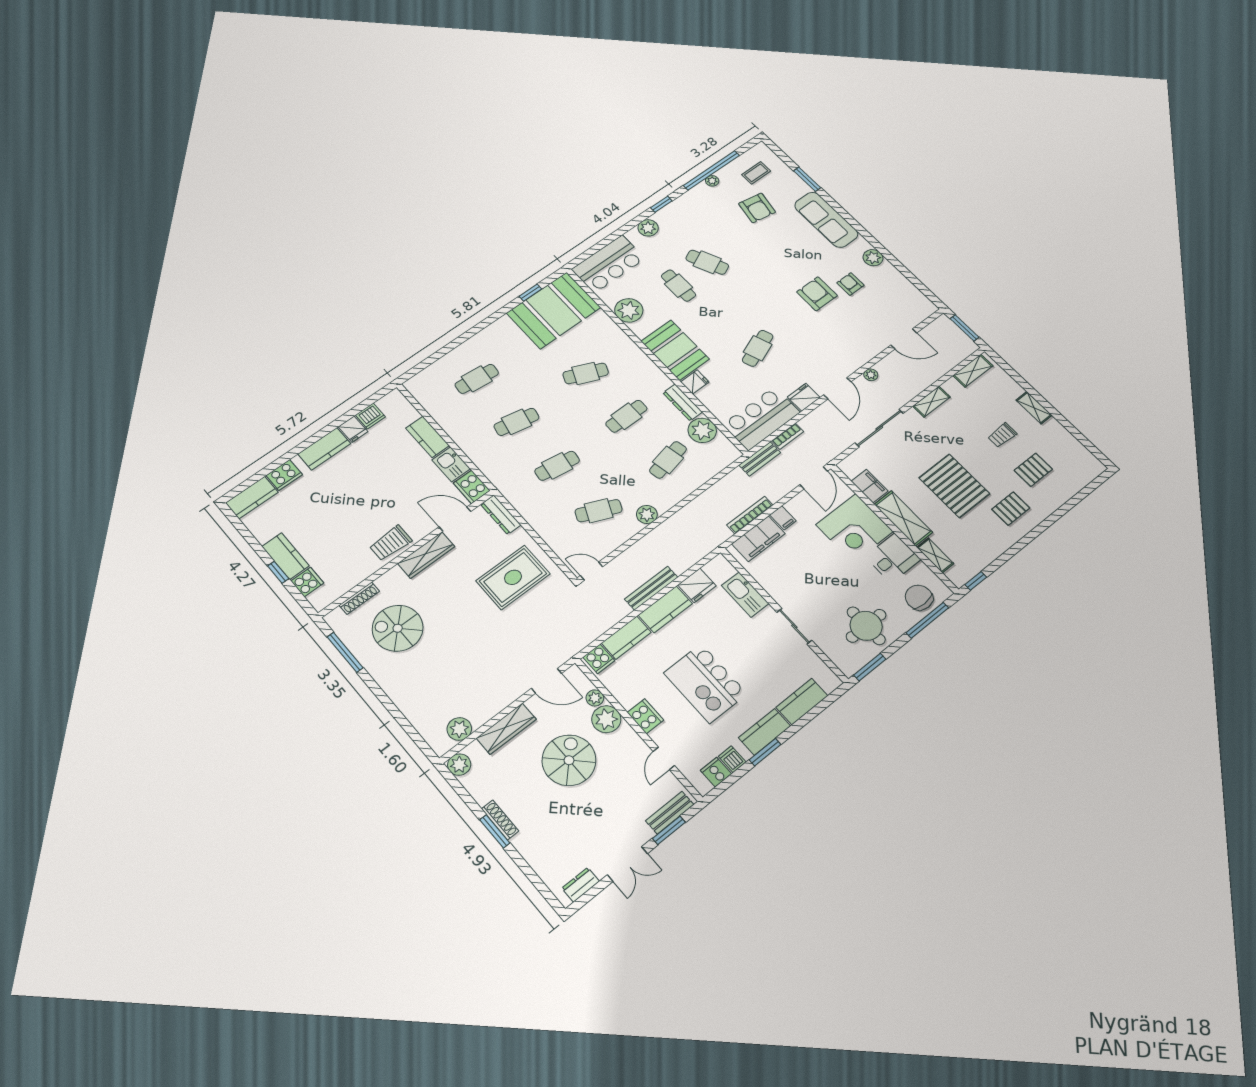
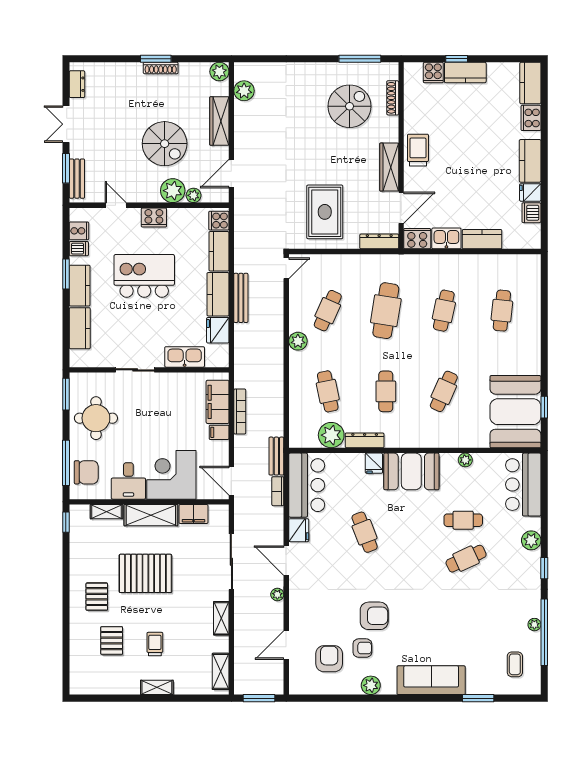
armchair: (757, 208) -> (329, 659), moved, turned 80
plant: (629, 310) -> (465, 460), width x0.53, depth x0.53
cafe table: (557, 466) -> (386, 311), width x1.37, depth x1.35

